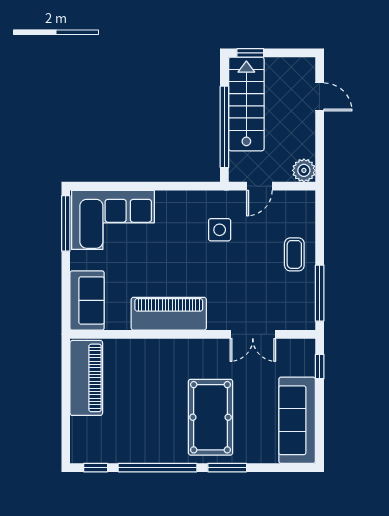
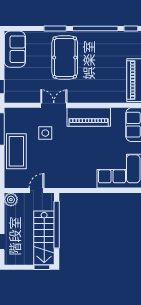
side table: (220, 230) -> (45, 133), moved
coffee table: (294, 254) -> (16, 151), width x1.86, depth x1.72
double door: (253, 334) -> (54, 105), moved
sofa: (297, 420) -> (15, 49), width x0.73

